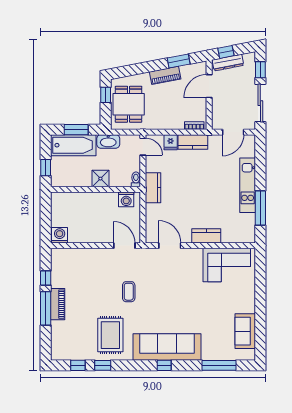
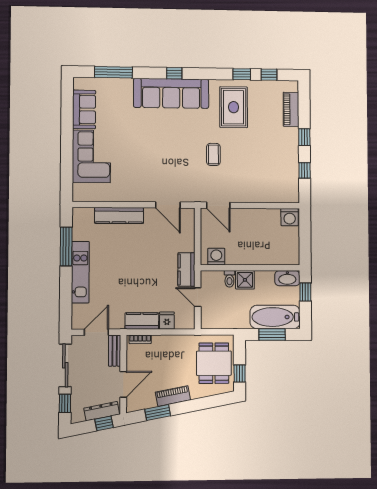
bench: (217, 116) -> (115, 351), added
washbasin: (108, 141) -> (287, 278), moved, turned 180
door: (143, 147) -> (198, 297), moved
toilet: (136, 179) -> (229, 279), moved
kitchen counter: (206, 236) -> (119, 216), width x1.50
corner sofa: (227, 265) -> (91, 156), moved, turned 90
piano: (58, 304) -> (291, 109), moved
window: (46, 308) -> (304, 137), width x0.46

